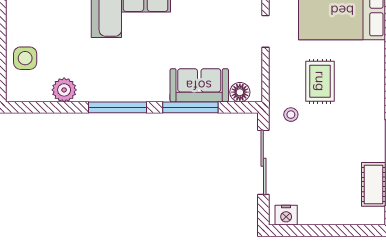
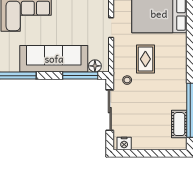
sofa: (199, 85) -> (54, 59), width x1.85, depth x1.27
window: (190, 107) -> (80, 76), moved

